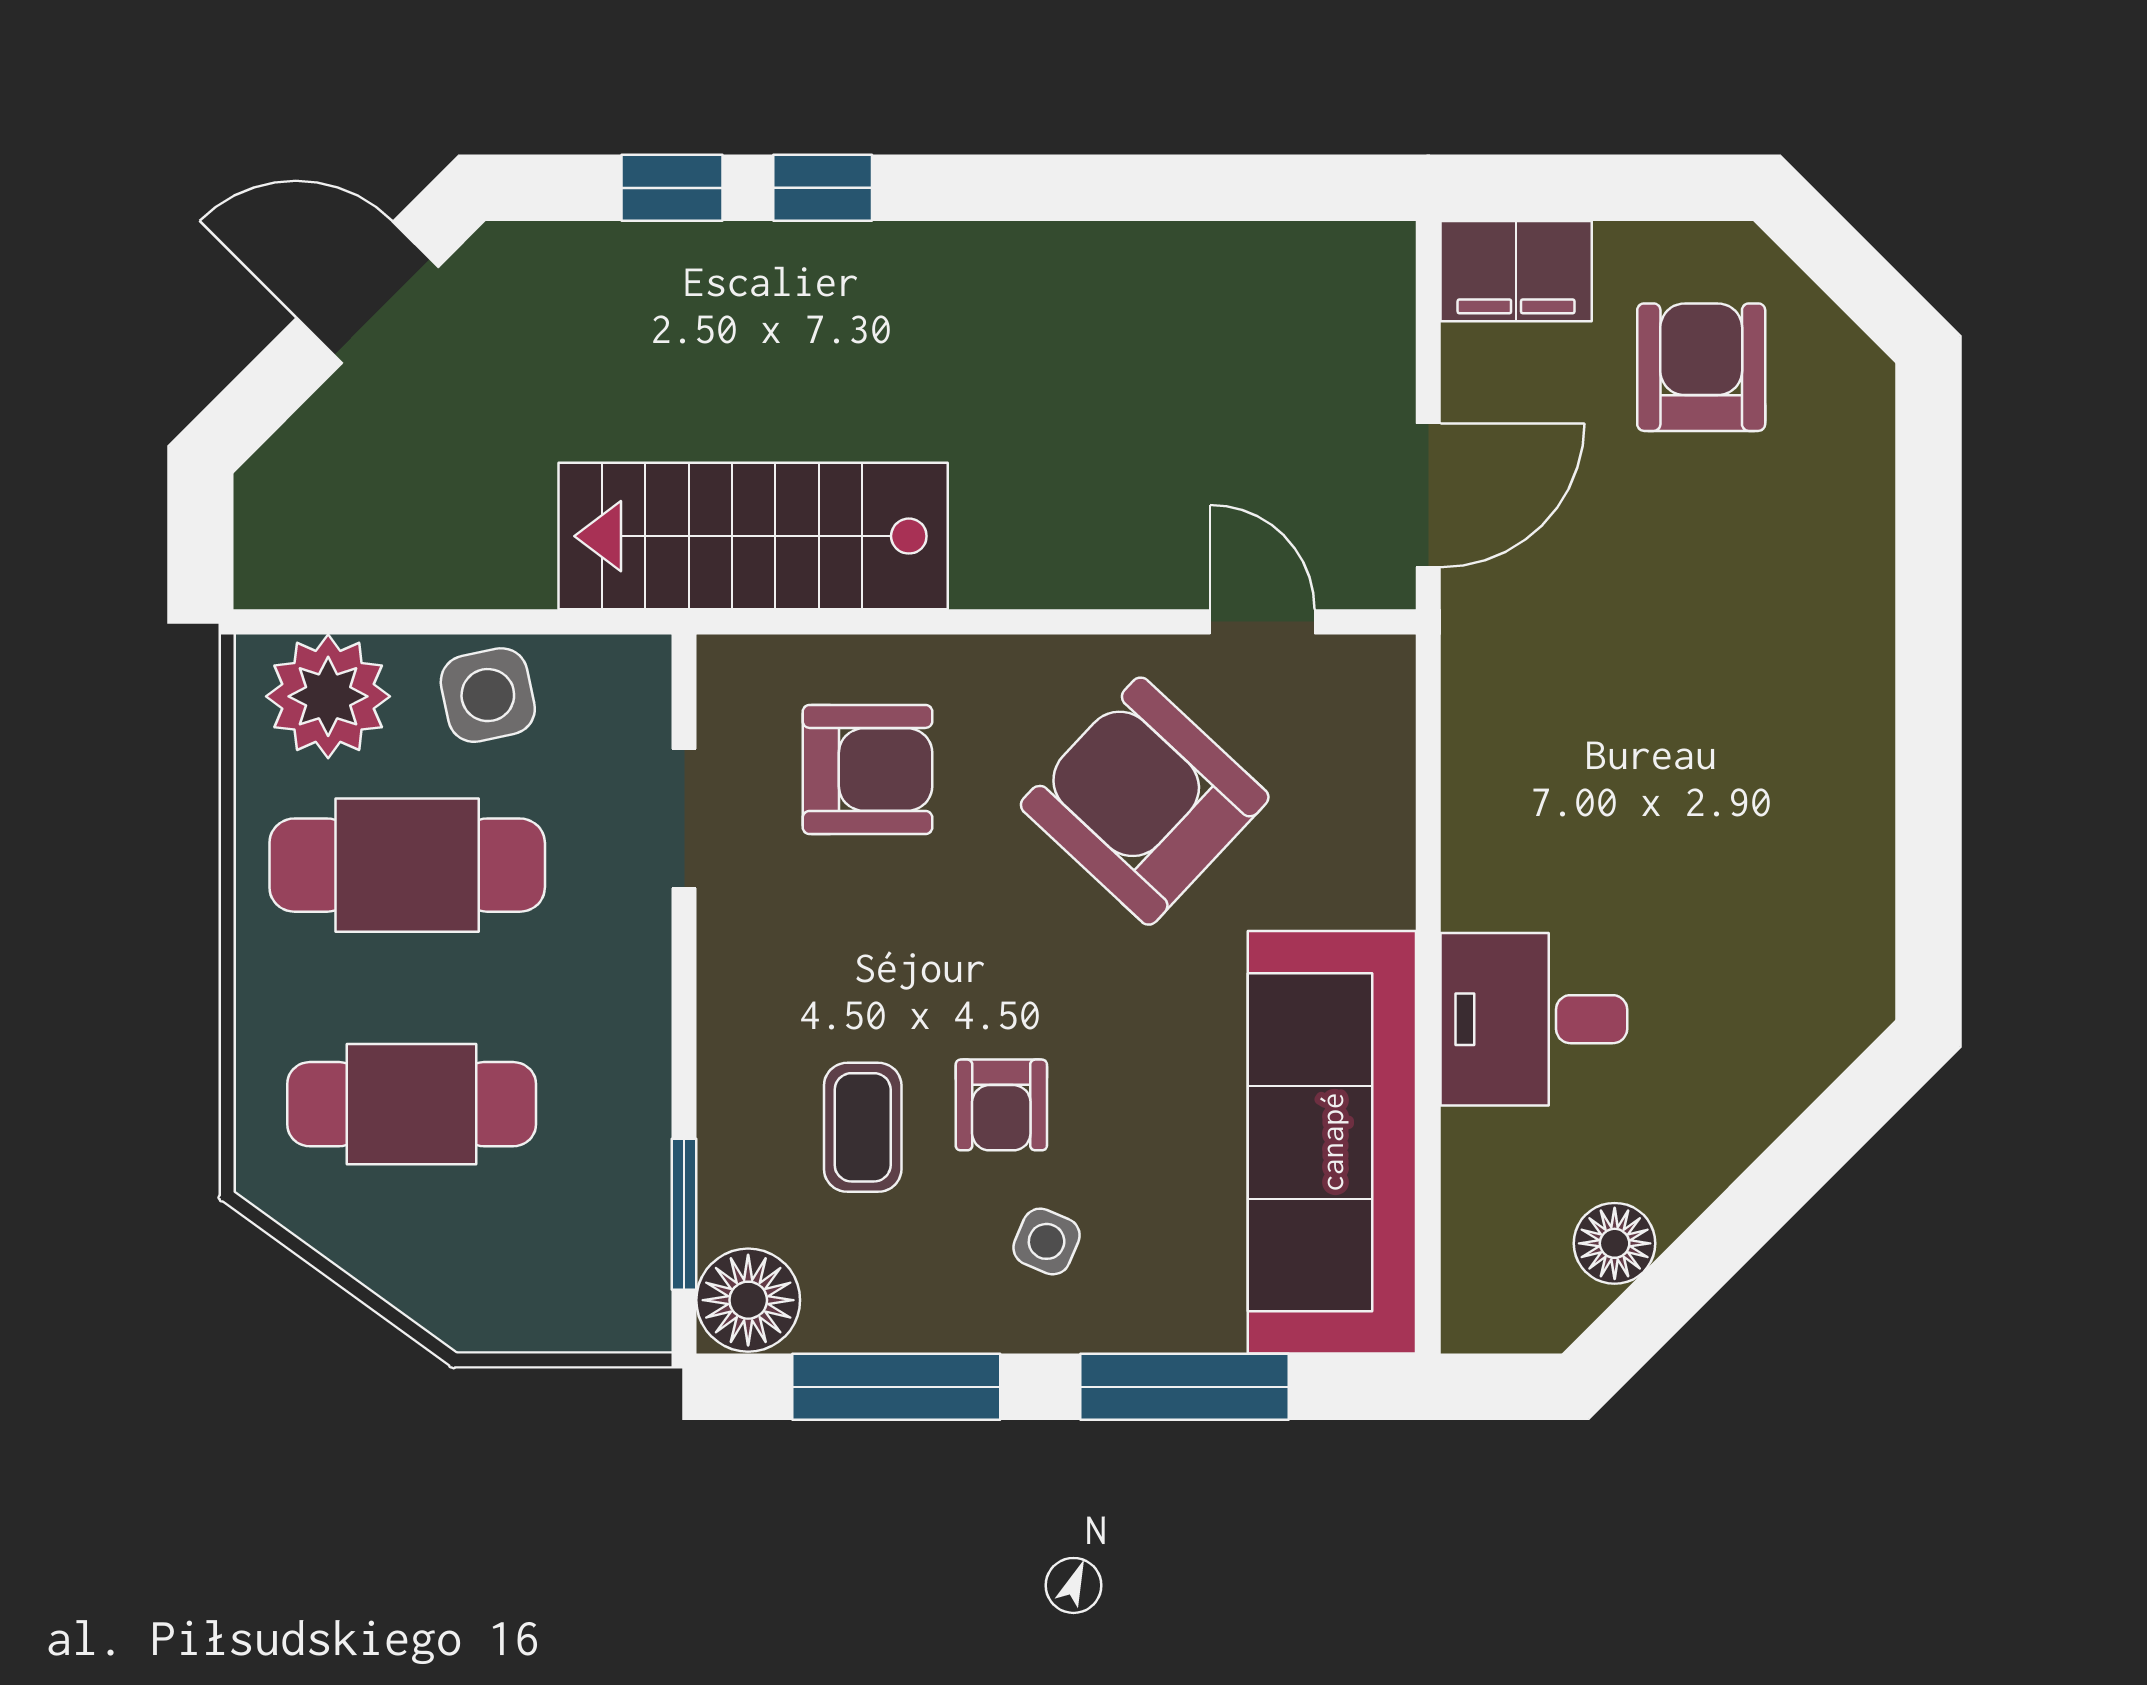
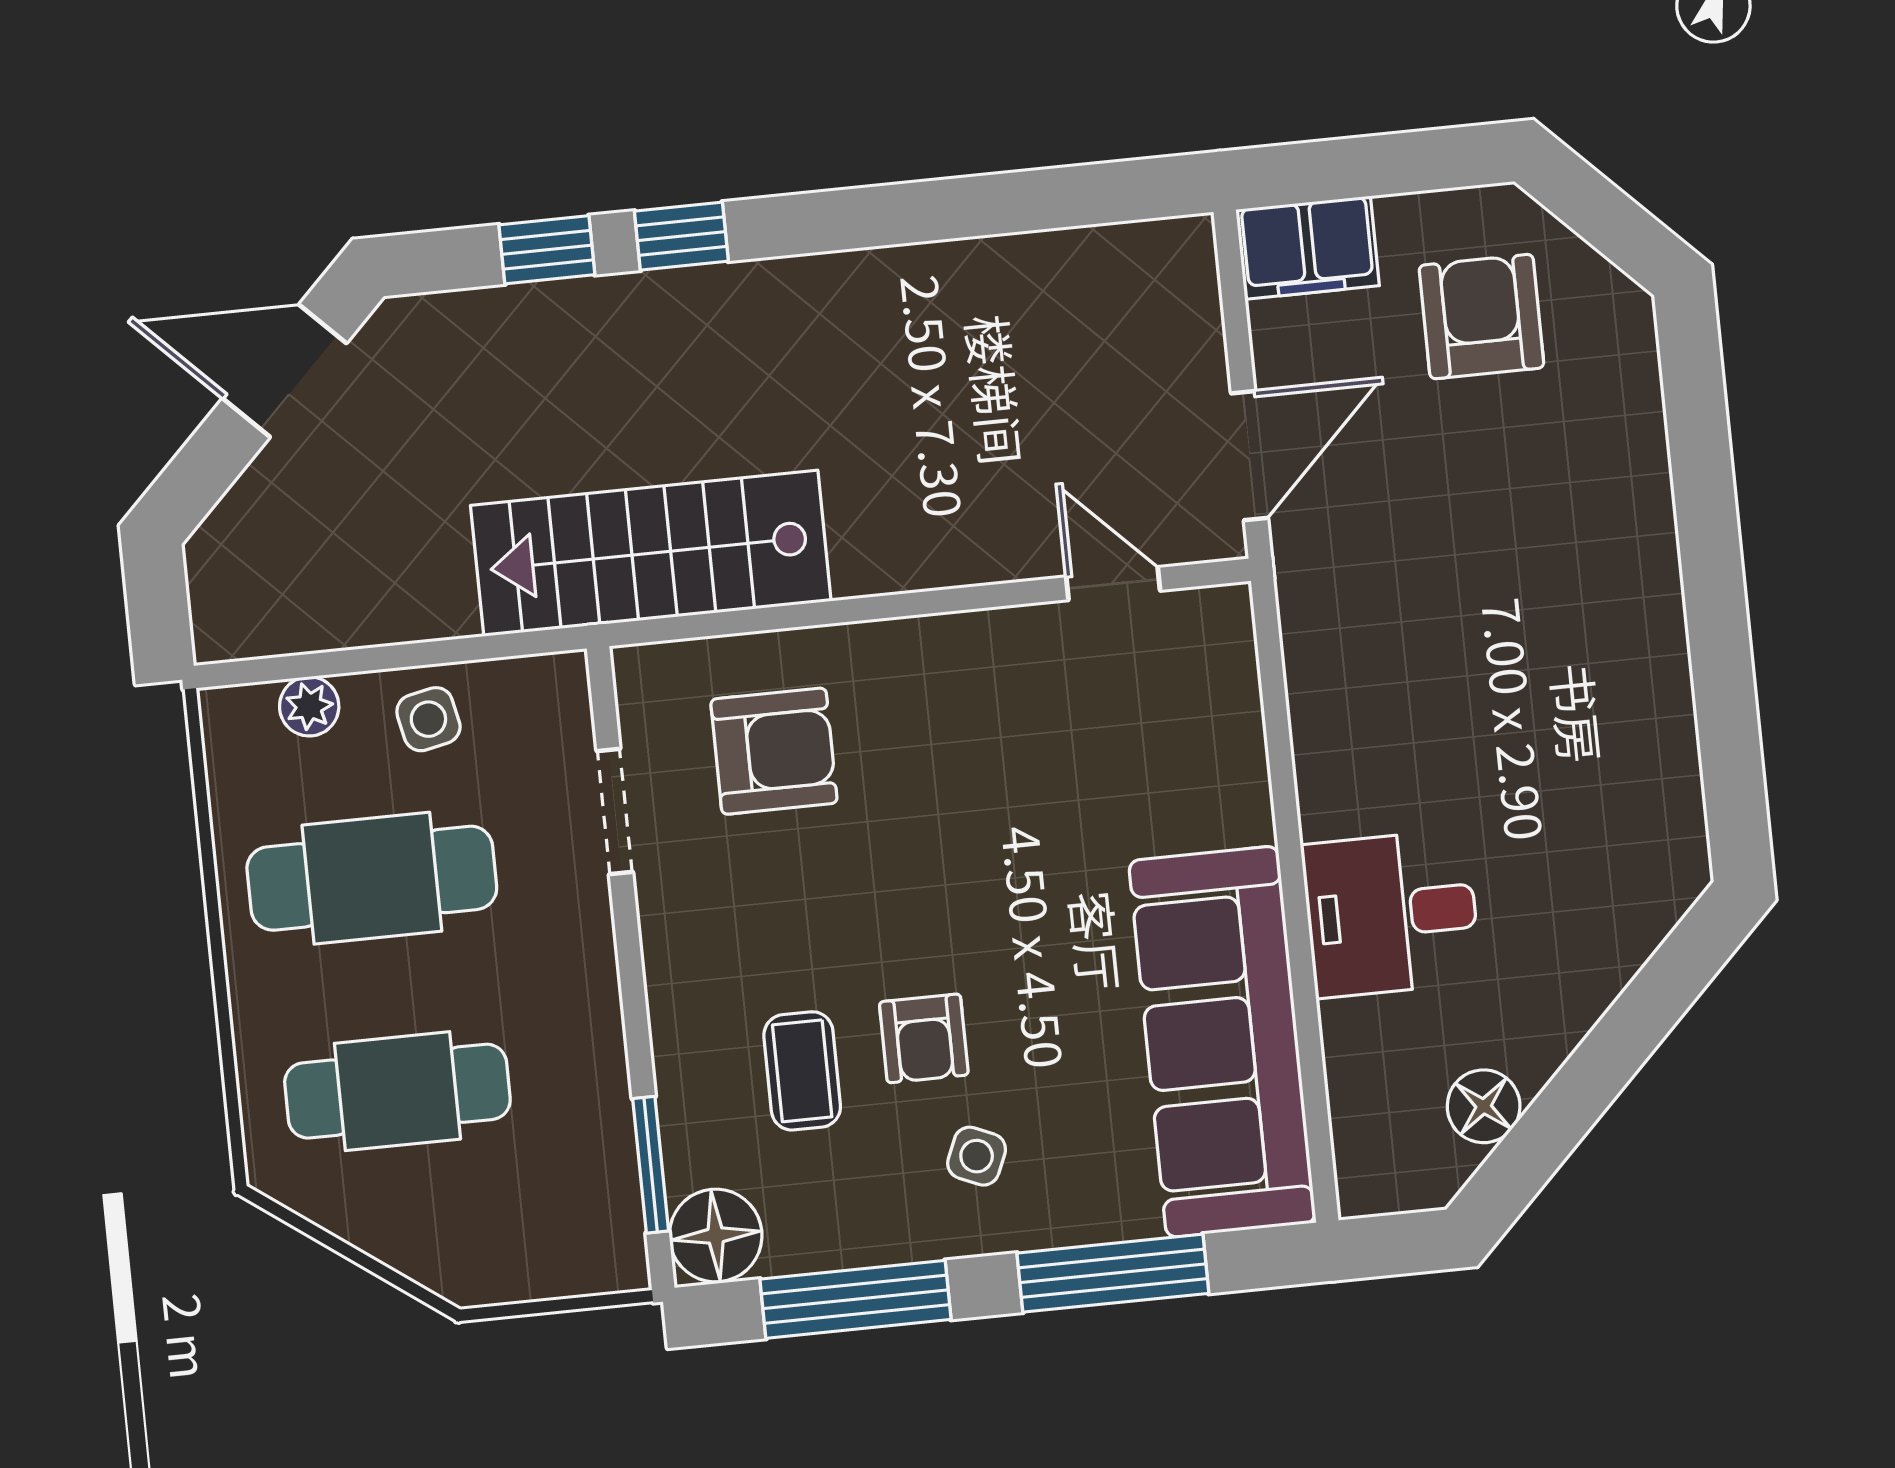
side table: (488, 695) -> (428, 719), width x0.73, depth x0.73
plant: (328, 696) -> (309, 706), width x0.53, depth x0.53
armchair: (1145, 801) -> (1024, 754), removed

